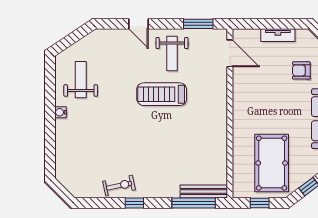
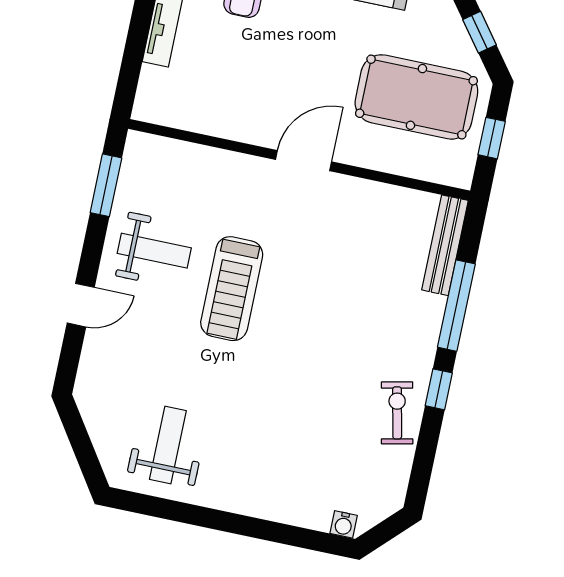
door: (230, 53) -> (303, 161), moved
weight bench: (81, 80) -> (168, 445), turned 90
water cooler: (60, 112) -> (344, 524), moved
window: (194, 203) -> (456, 306), moved

